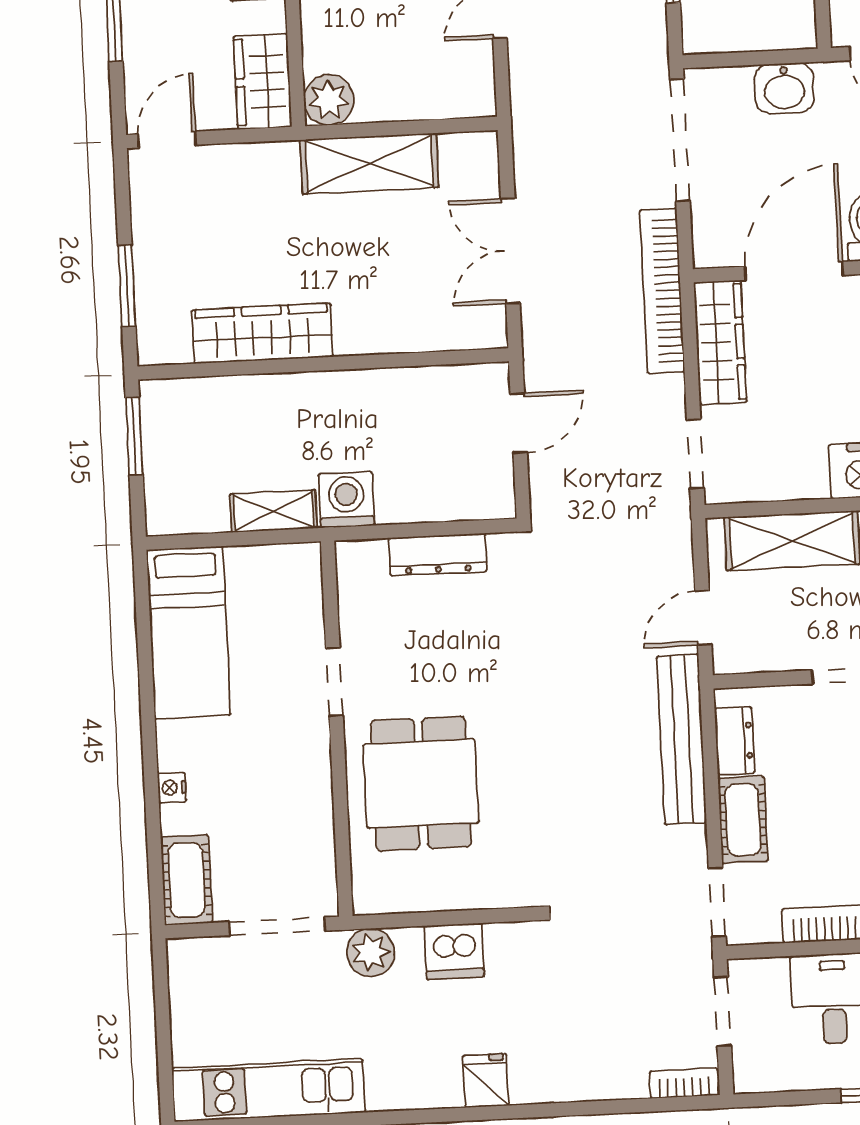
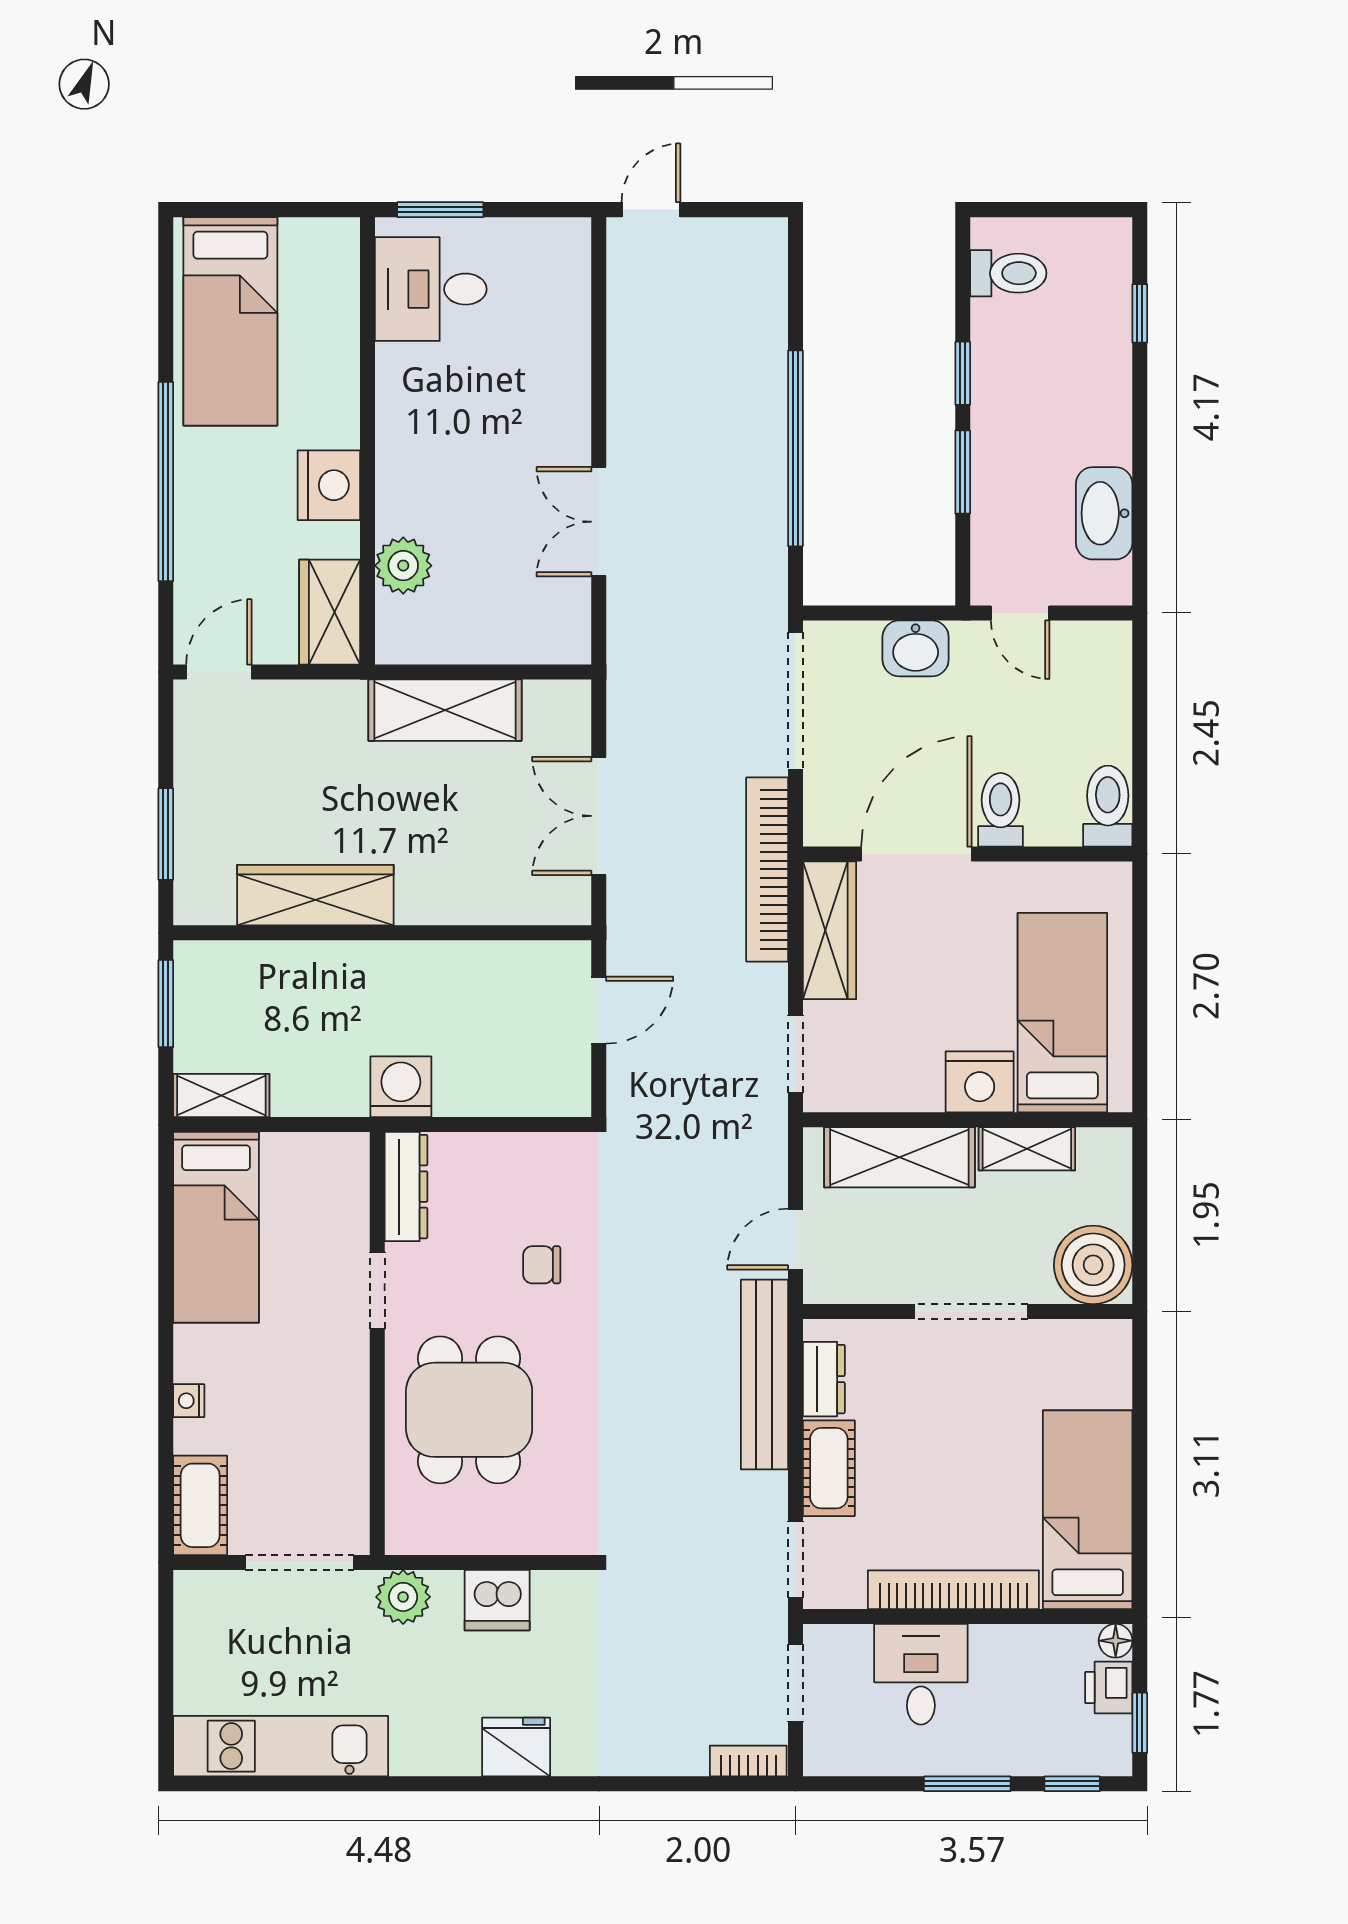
plant: (329, 100) -> (403, 566), moved
shelving: (274, 511) -> (221, 1096), moved
dresser: (438, 555) -> (406, 1187), moved, turned -90
chair: (479, 652) -> (542, 1265), added
fridge: (486, 1080) -> (516, 1747), width x1.38

